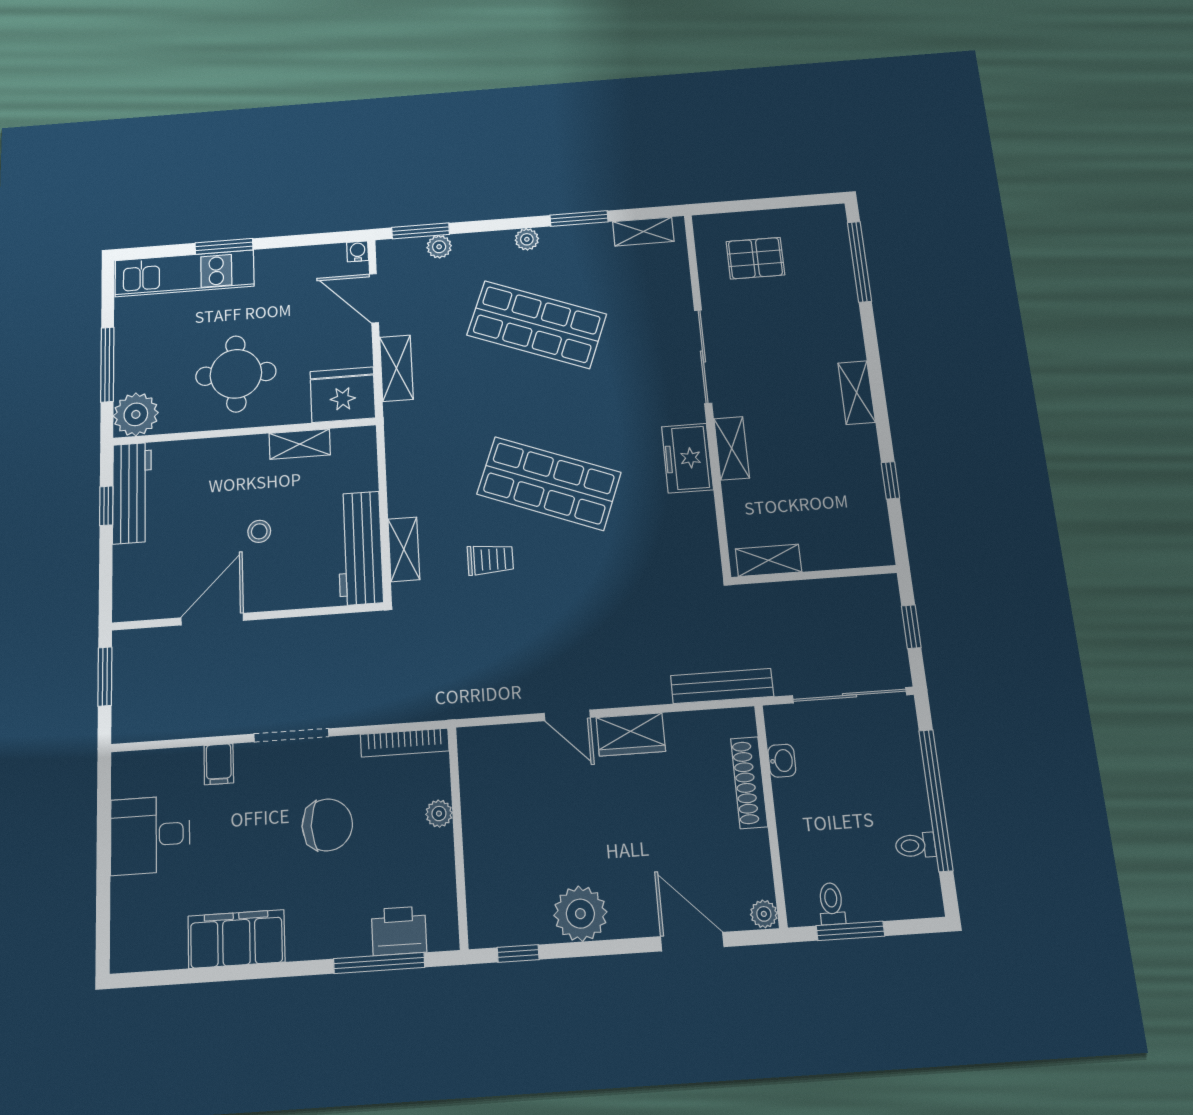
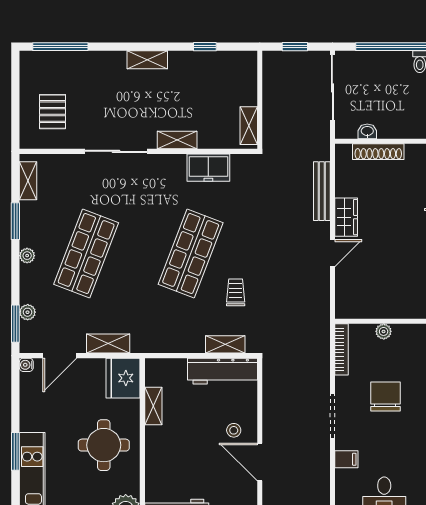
freezer: (687, 458) -> (208, 168), moved
stool: (259, 531) -> (234, 430), moved
bench: (722, 686) -> (322, 191), moved

